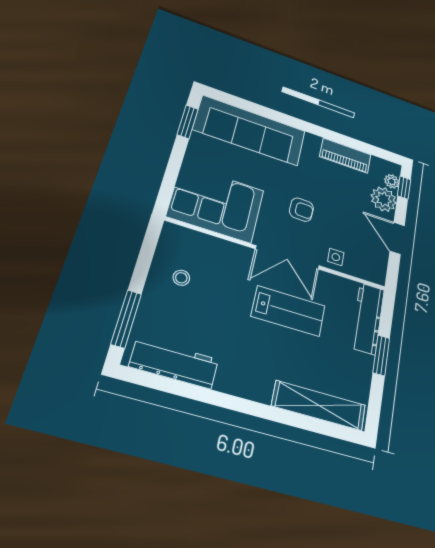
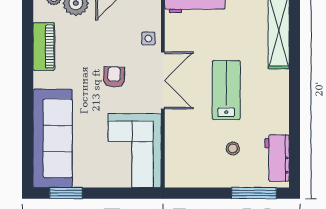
stool: (181, 278) -> (233, 148), moved
lab bench: (288, 311) -> (226, 90), moved
workbench: (174, 363) -> (277, 158), width x0.73

